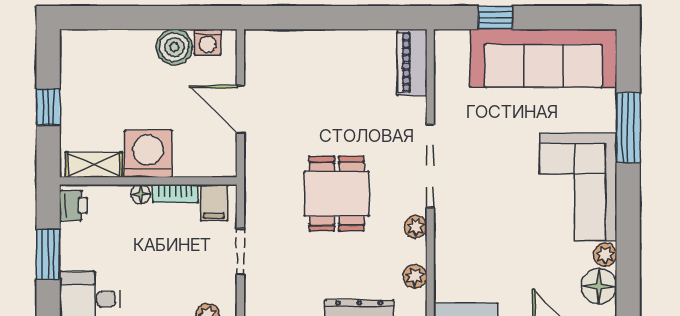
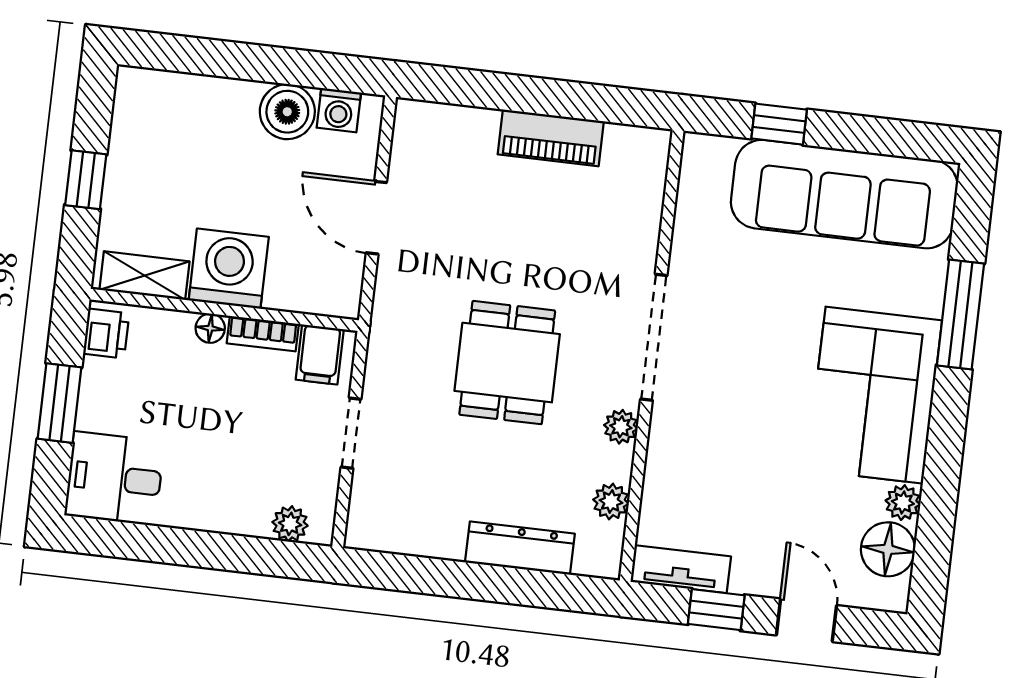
piano: (412, 62) -> (551, 138), moved, turned -90

